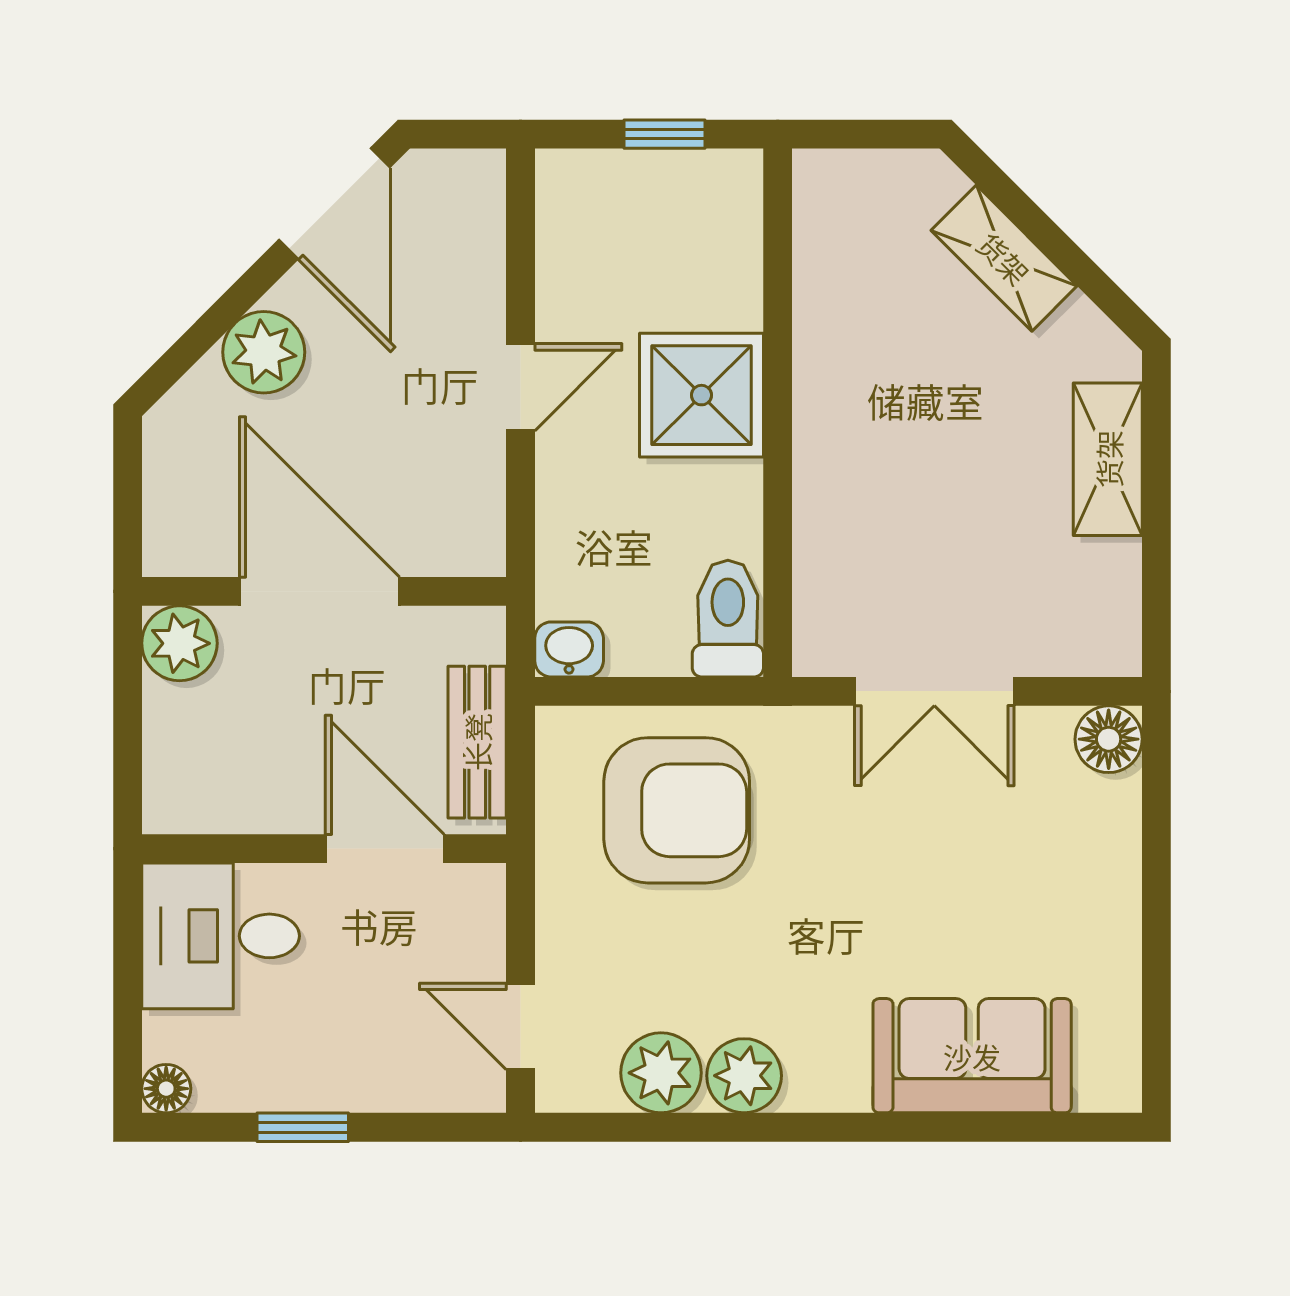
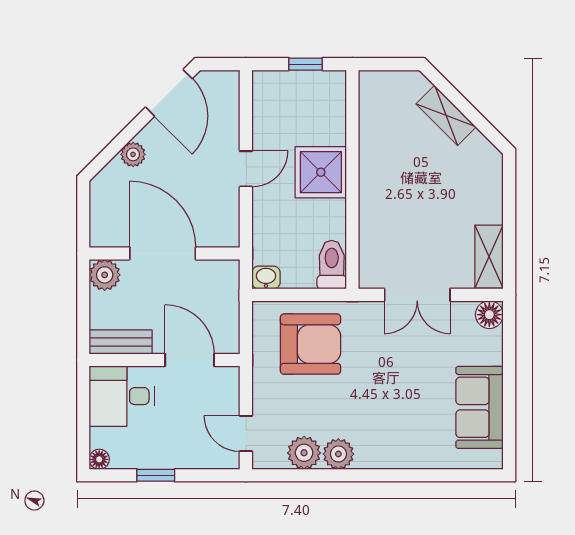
plant: (264, 352) -> (133, 154), width x0.73, depth x0.73
shelving: (1108, 459) -> (489, 257), moved
bench: (477, 742) -> (121, 342), moved, turned 90
sofa: (972, 1056) -> (480, 407), moved, turned -90

